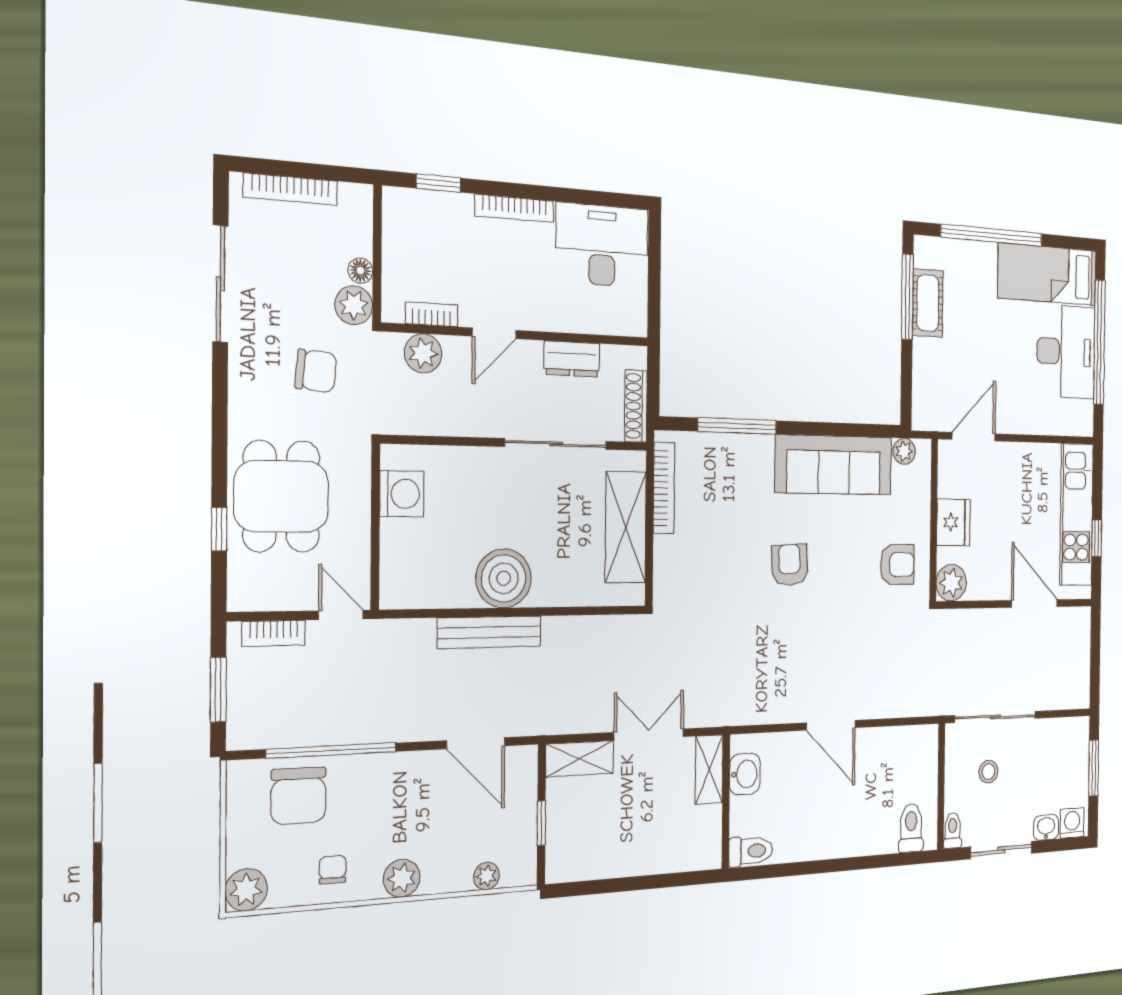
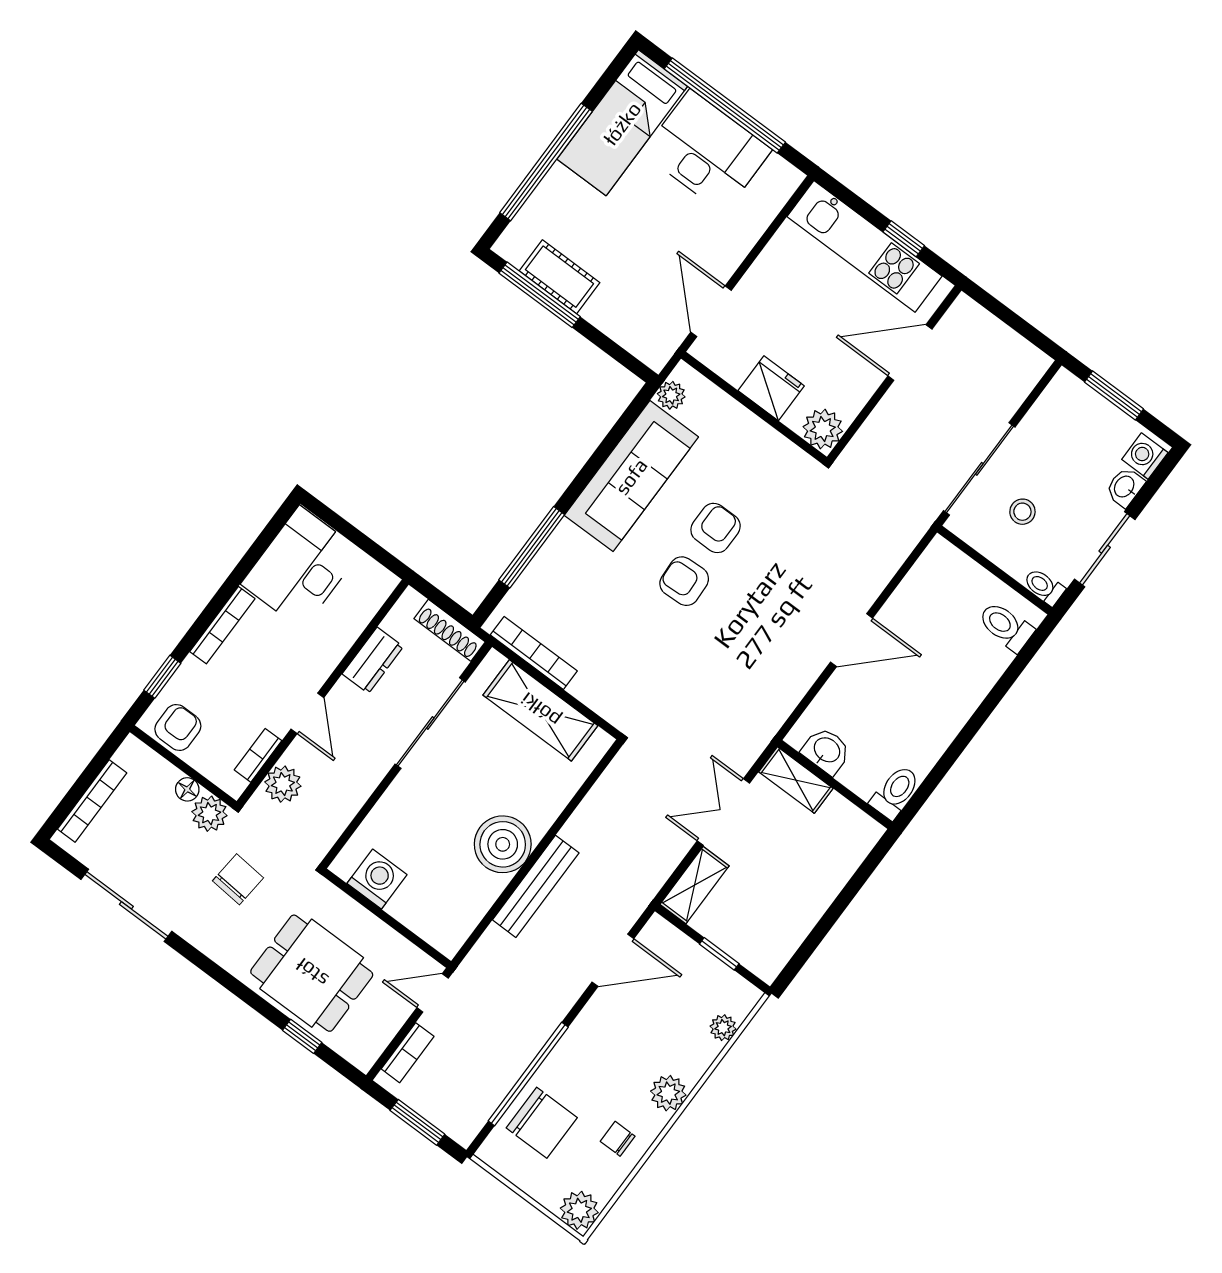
armchair: (406, 226) -> (178, 727), added
armchair: (897, 565) -> (716, 528), moved

